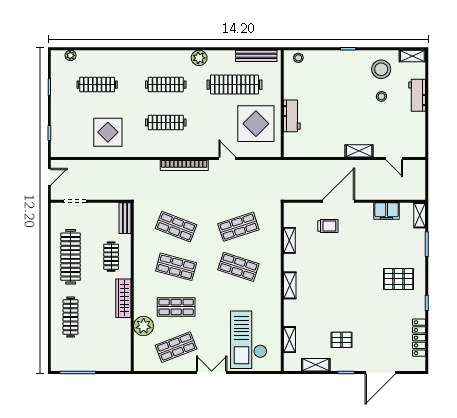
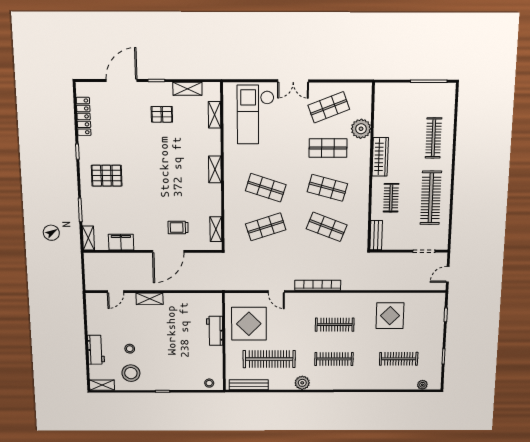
door: (394, 158) -> (115, 292), swing flipped
shelving: (289, 240) -> (216, 229), moved
checkout: (249, 340) -> (256, 115), turned 180

